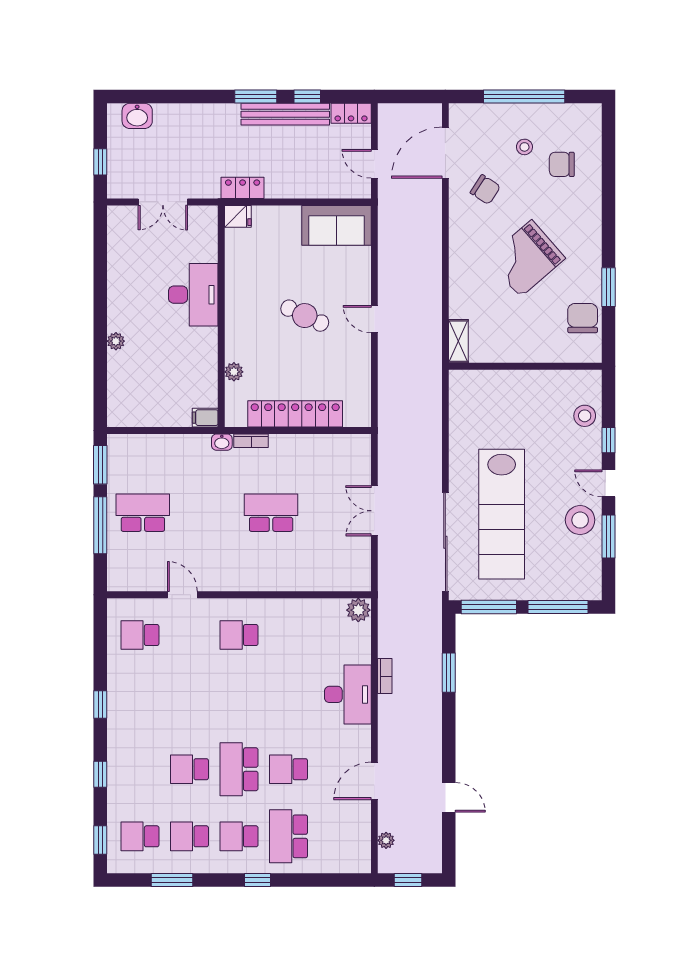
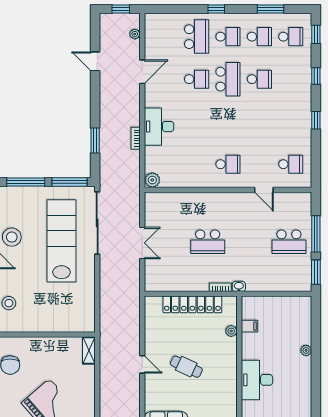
filing cabinet: (205, 418) -> (249, 326), moved

